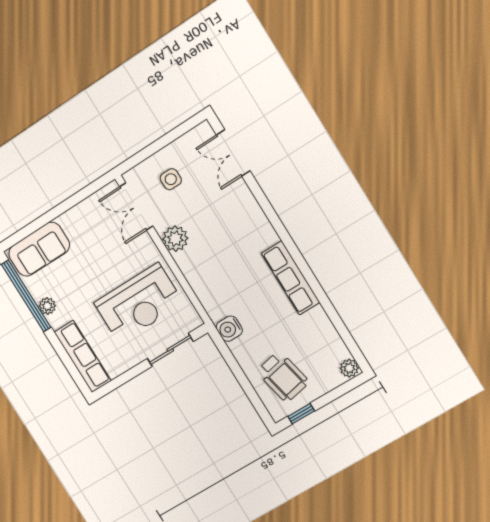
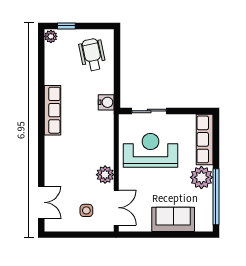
sofa: (39, 249) -> (173, 219), moved
plant: (47, 306) -> (201, 177), width x1.88, depth x1.88
window: (301, 414) -> (66, 26), moved

